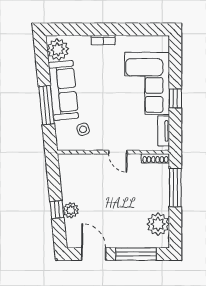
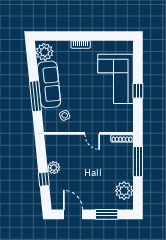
tv unit: (164, 131) -> (129, 117), removed
plant: (71, 210) -> (54, 168), moved
window: (136, 254) -> (107, 214), width x0.69

